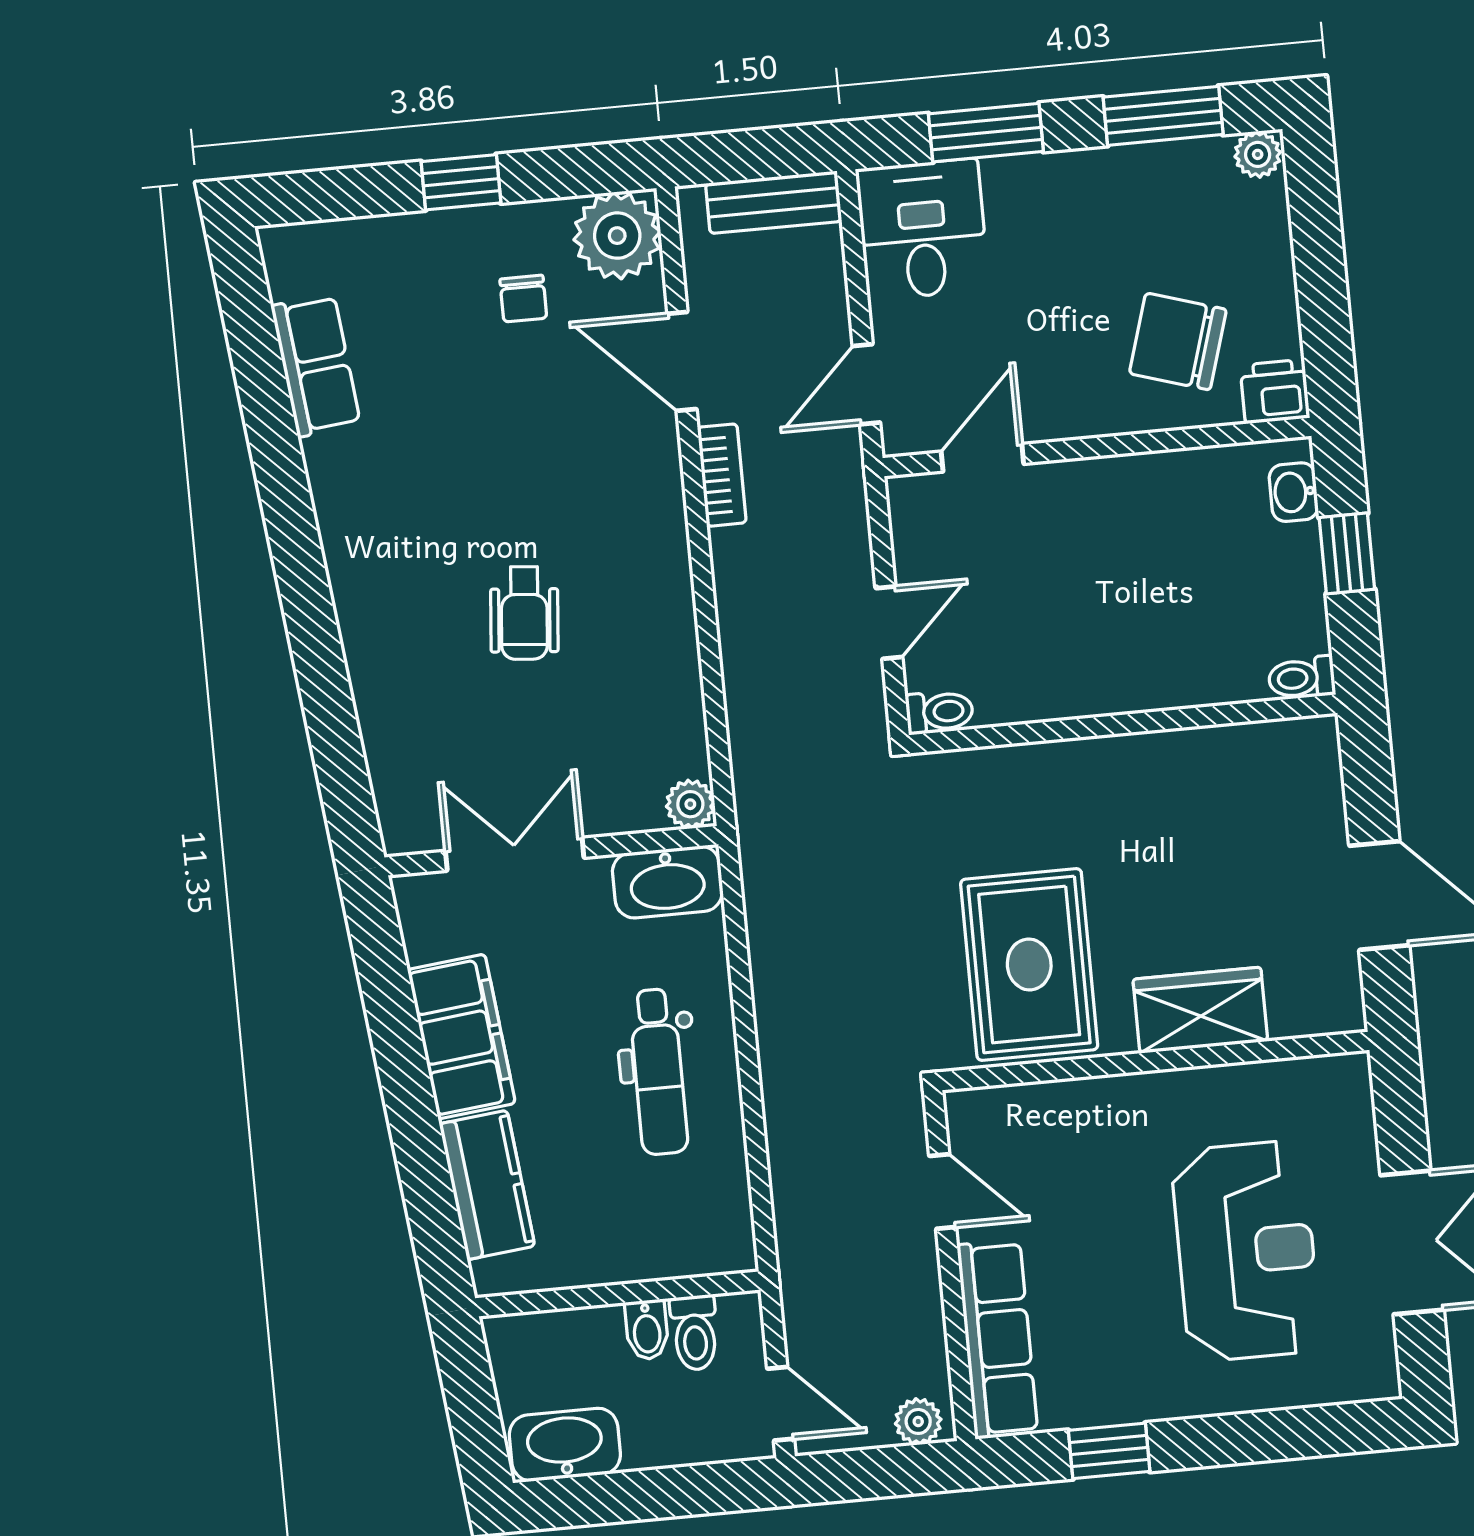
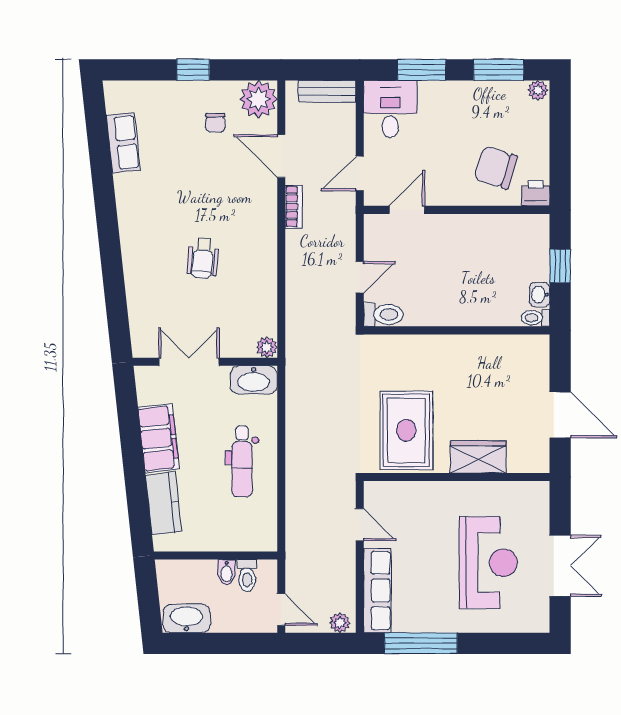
washbasin: (1294, 492) -> (540, 295), moved
toilet: (939, 712) -> (383, 314), width x1.37, depth x1.39
window: (1109, 1451) -> (421, 643), width x2.17

